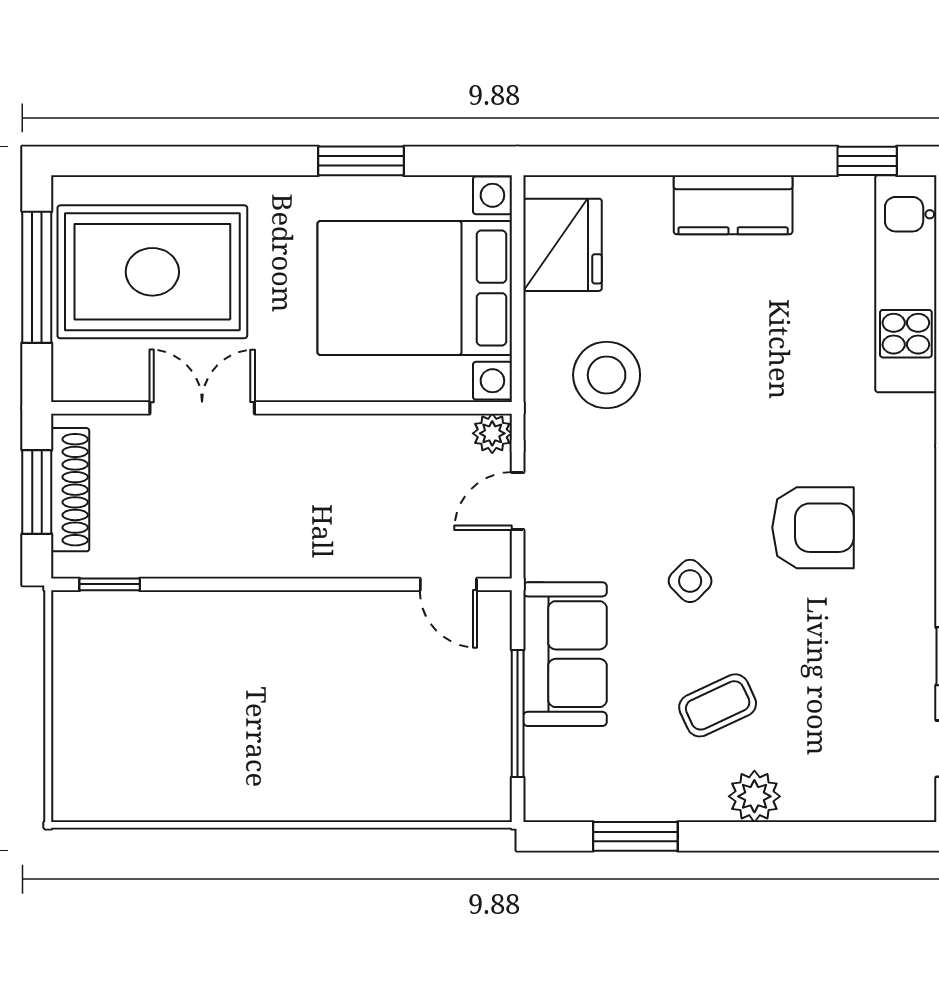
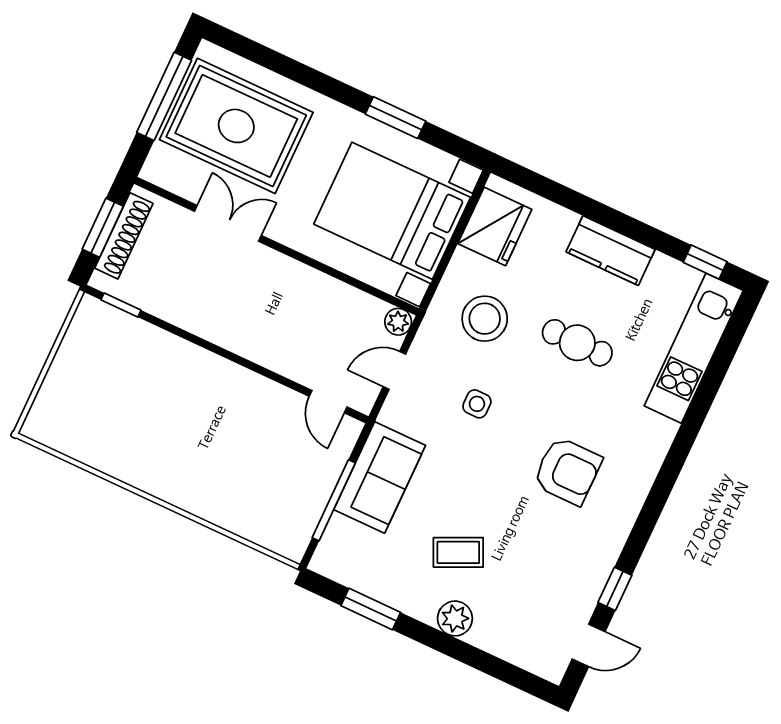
cafe table: (746, 349) -> (577, 343), added
side table: (690, 581) -> (477, 404), moved, turned 45

